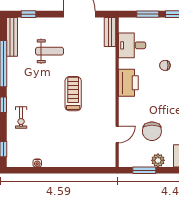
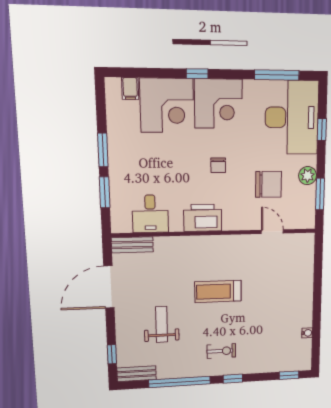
bench: (12, 37) -> (137, 374), width x0.73
chair: (165, 65) -> (218, 165), moved
exercise bike: (21, 118) -> (221, 351), moved

